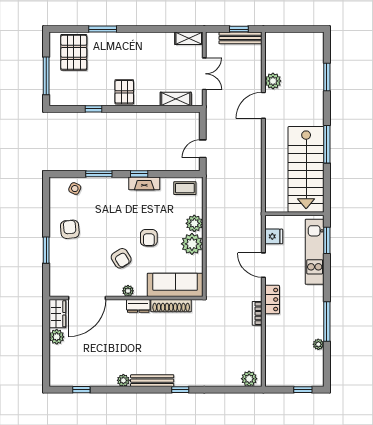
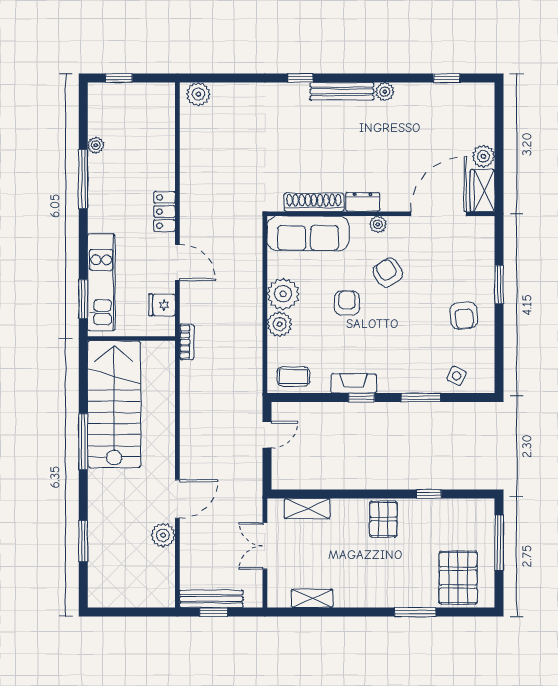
shelving: (189, 38) -> (312, 598), moved
bookcase: (257, 313) -> (187, 342), moved

